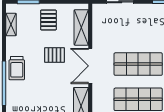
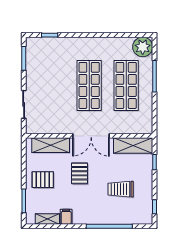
filing cabinet: (13, 42) -> (66, 217), added
trolley: (17, 68) -> (121, 189), moved, turned 180

